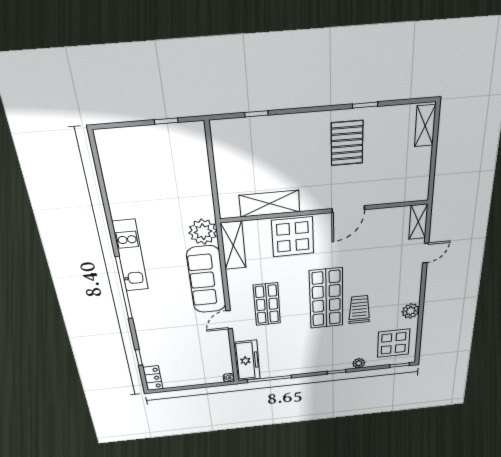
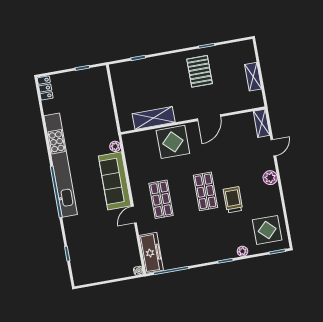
shelving: (425, 126) -> (253, 77), moved
plant: (203, 232) -> (115, 146), width x0.53, depth x0.53
shelving: (233, 245) -> (132, 152), removed
kitchen unit: (131, 256) -> (61, 165), width x1.86
shop shelf: (326, 298) -> (205, 191), width x0.70, depth x0.74
plant: (411, 311) -> (270, 178), moved
locker: (153, 378) -> (45, 88), moved

